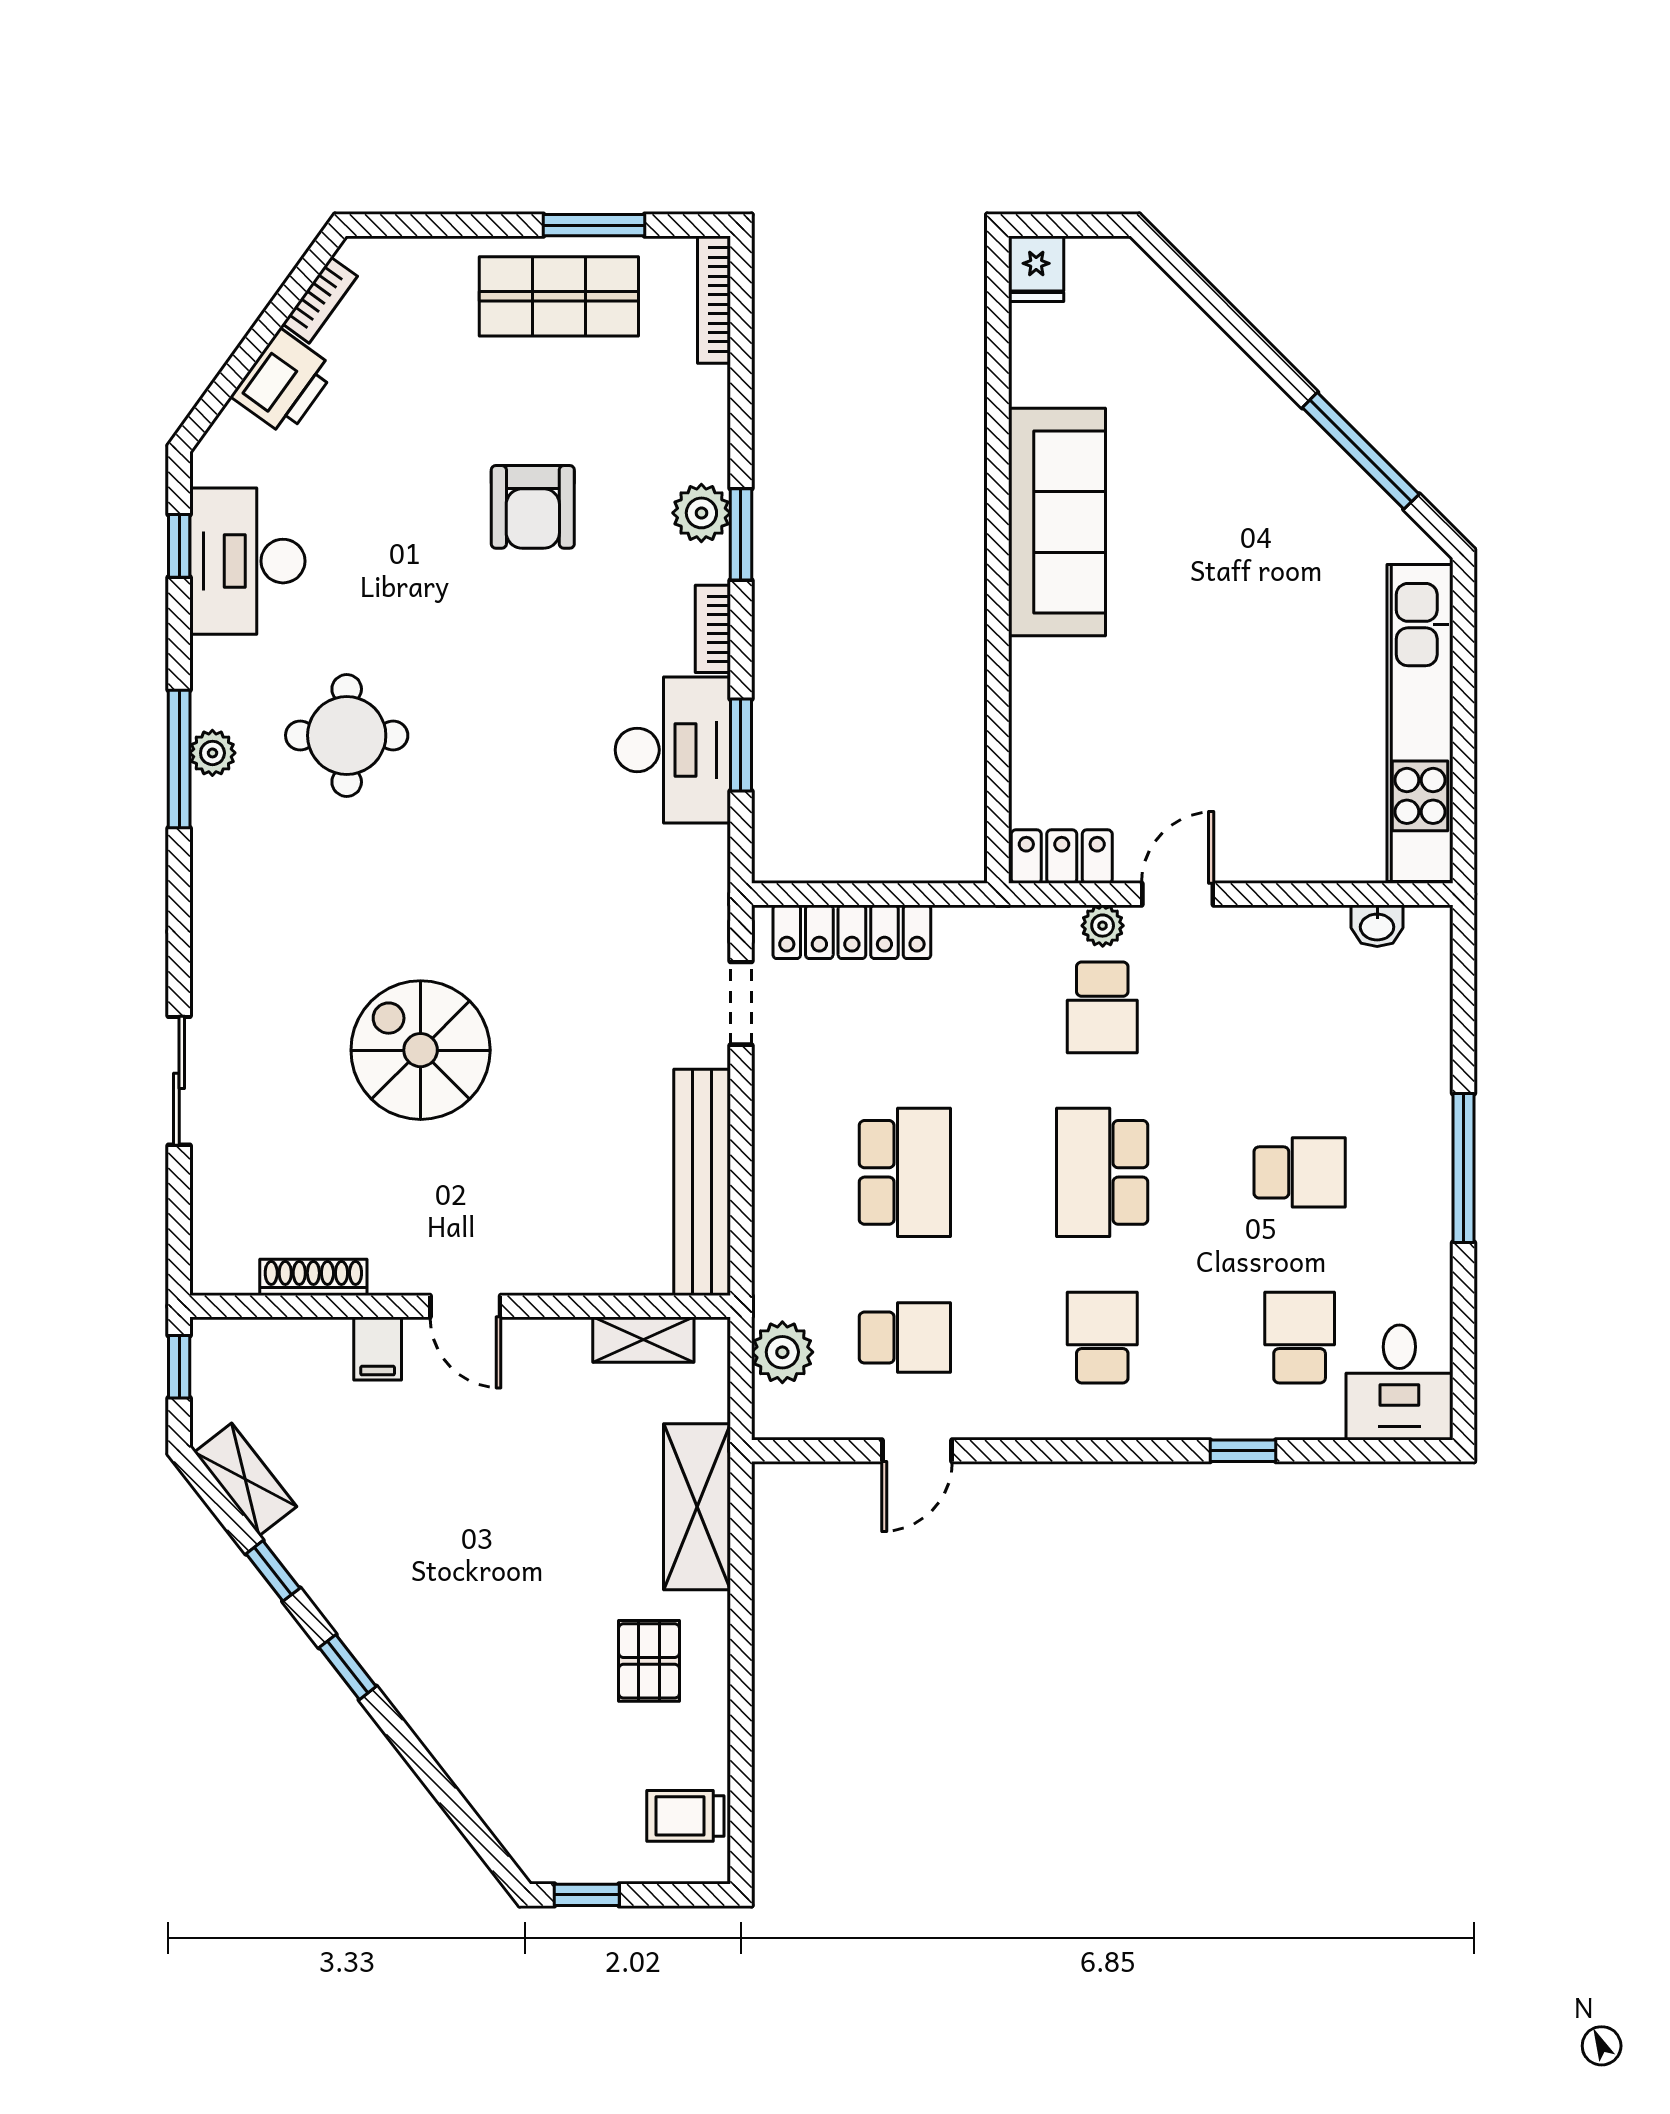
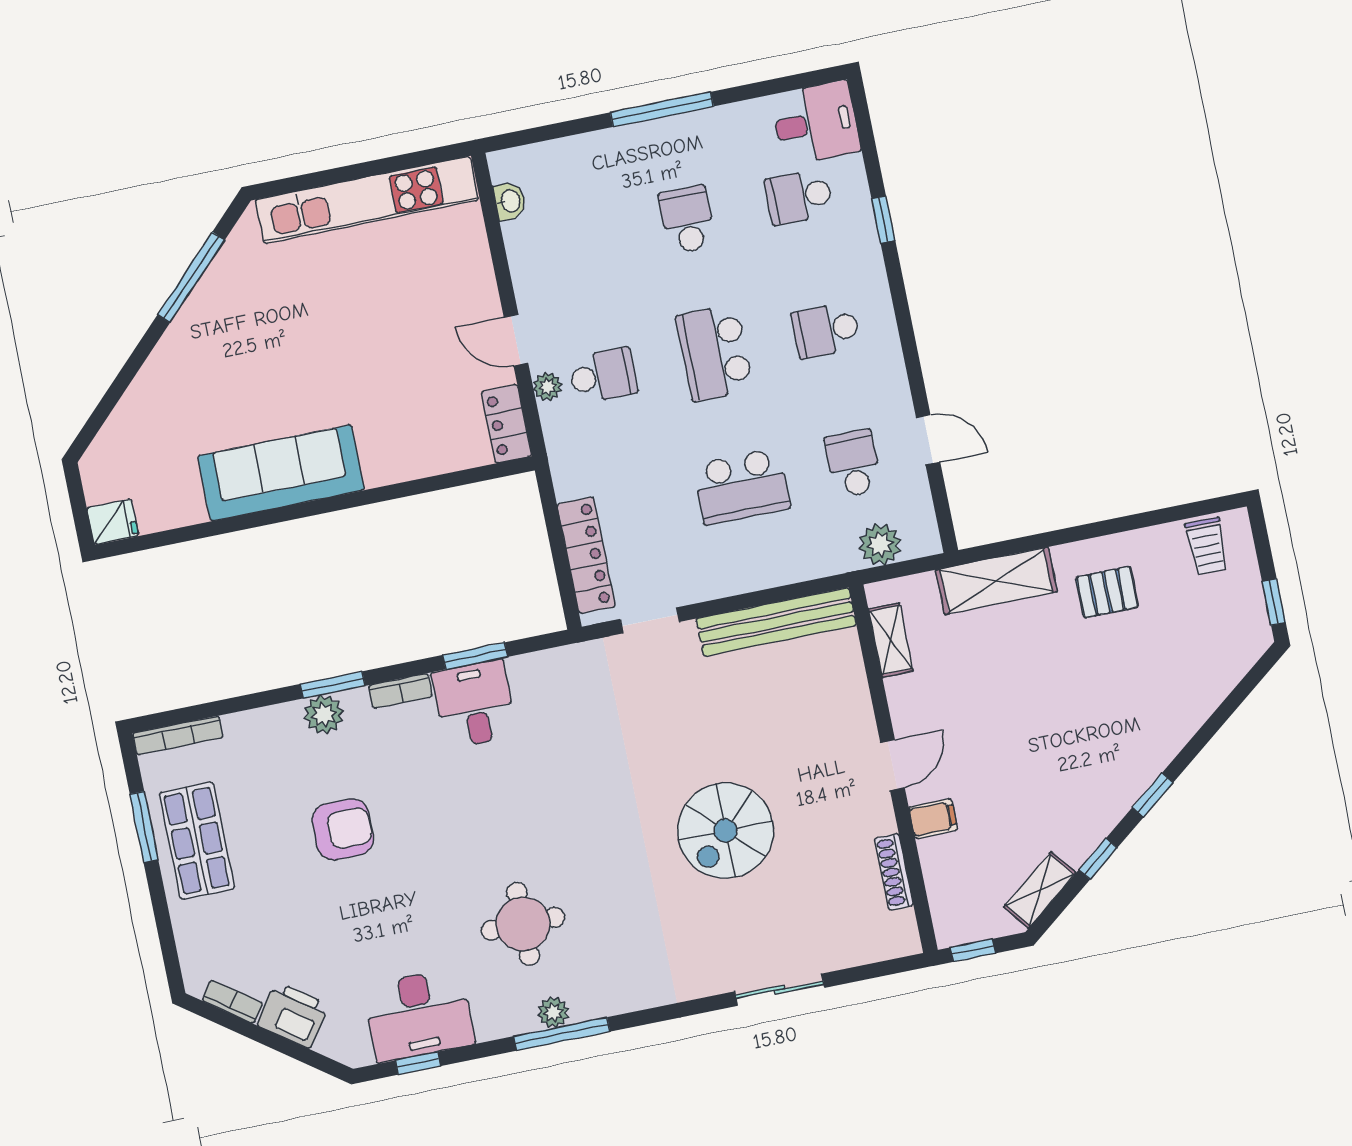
desk: (673, 750) -> (474, 704), width x0.73
school desk: (905, 1172) -> (742, 486), turned 180
school desk: (1102, 1172) -> (714, 353), turned 90

